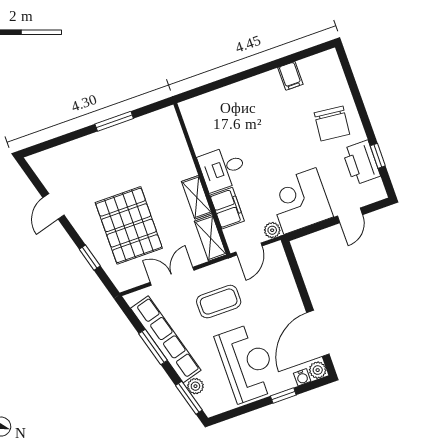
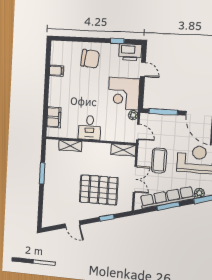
printer: (361, 163) -> (130, 52), moved
shelving: (197, 197) -> (70, 146), moved
filing cabinet: (227, 208) -> (54, 117), moved, turned 90
double door: (172, 276) -> (135, 179), swing flipped
window: (298, 276) -> (163, 112), added

